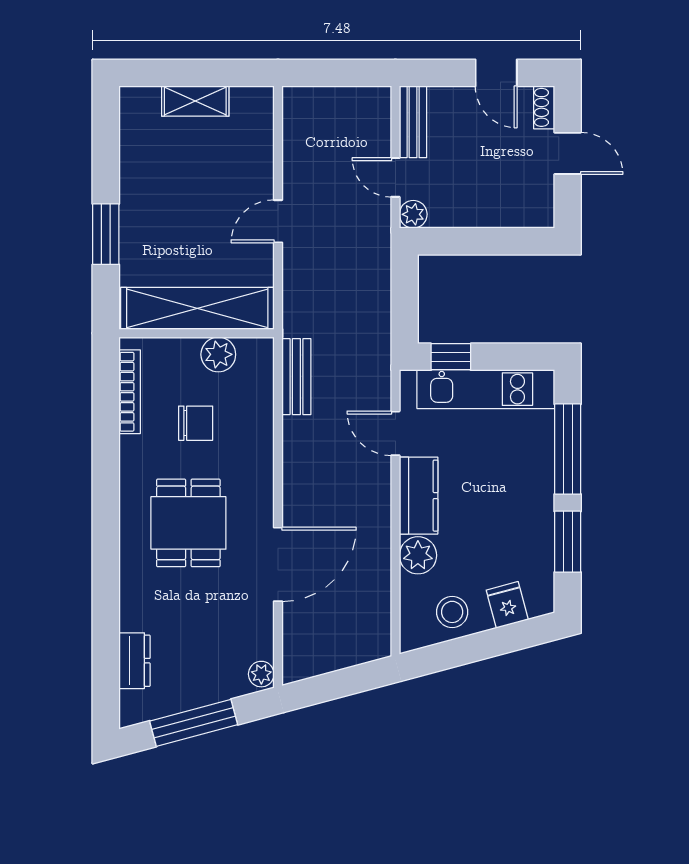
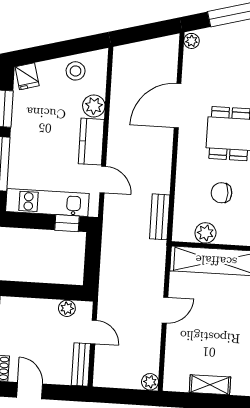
plant: (296, 100) -> (150, 382), added
plant: (413, 214) -> (67, 308), moved
fridge: (507, 605) -> (27, 76), moved

